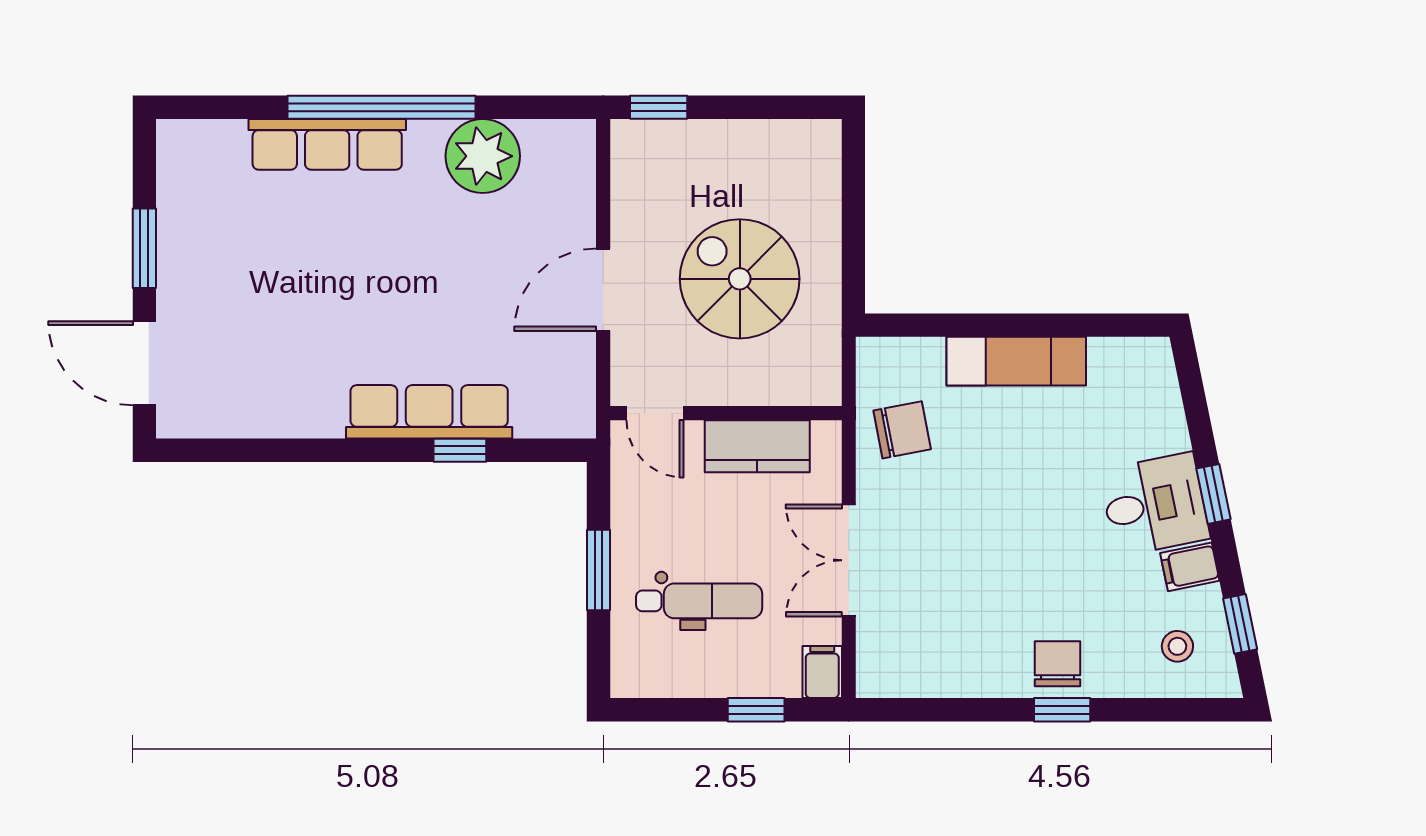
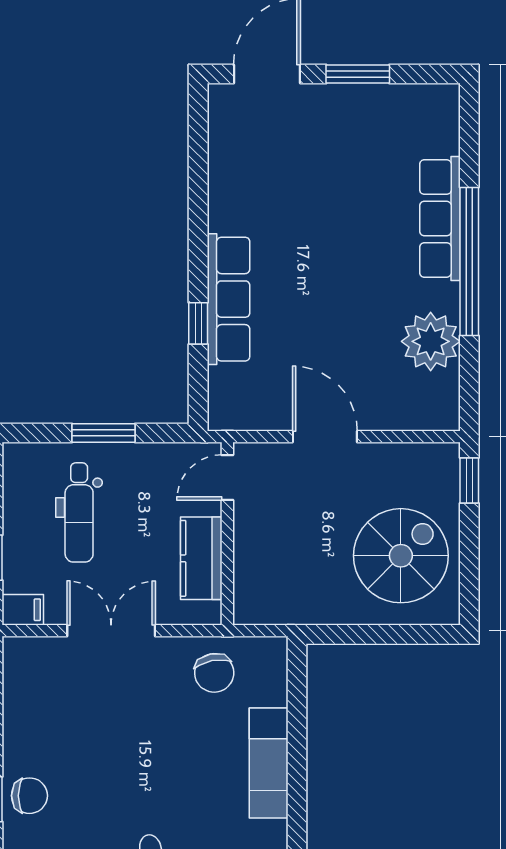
spiral stairs: (740, 279) -> (401, 556), moved

